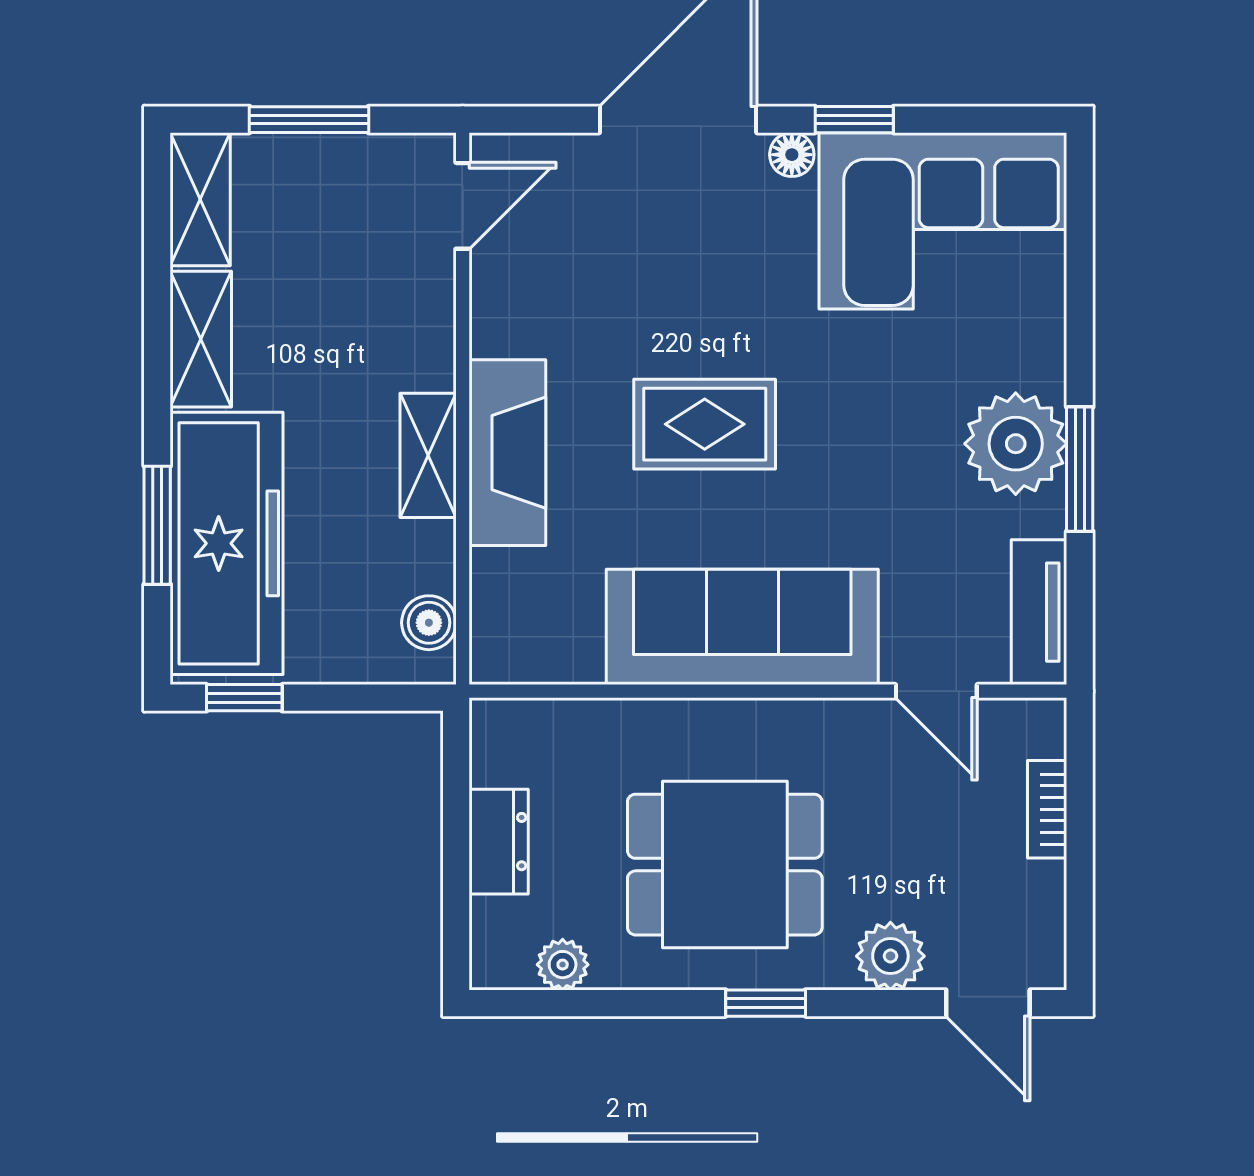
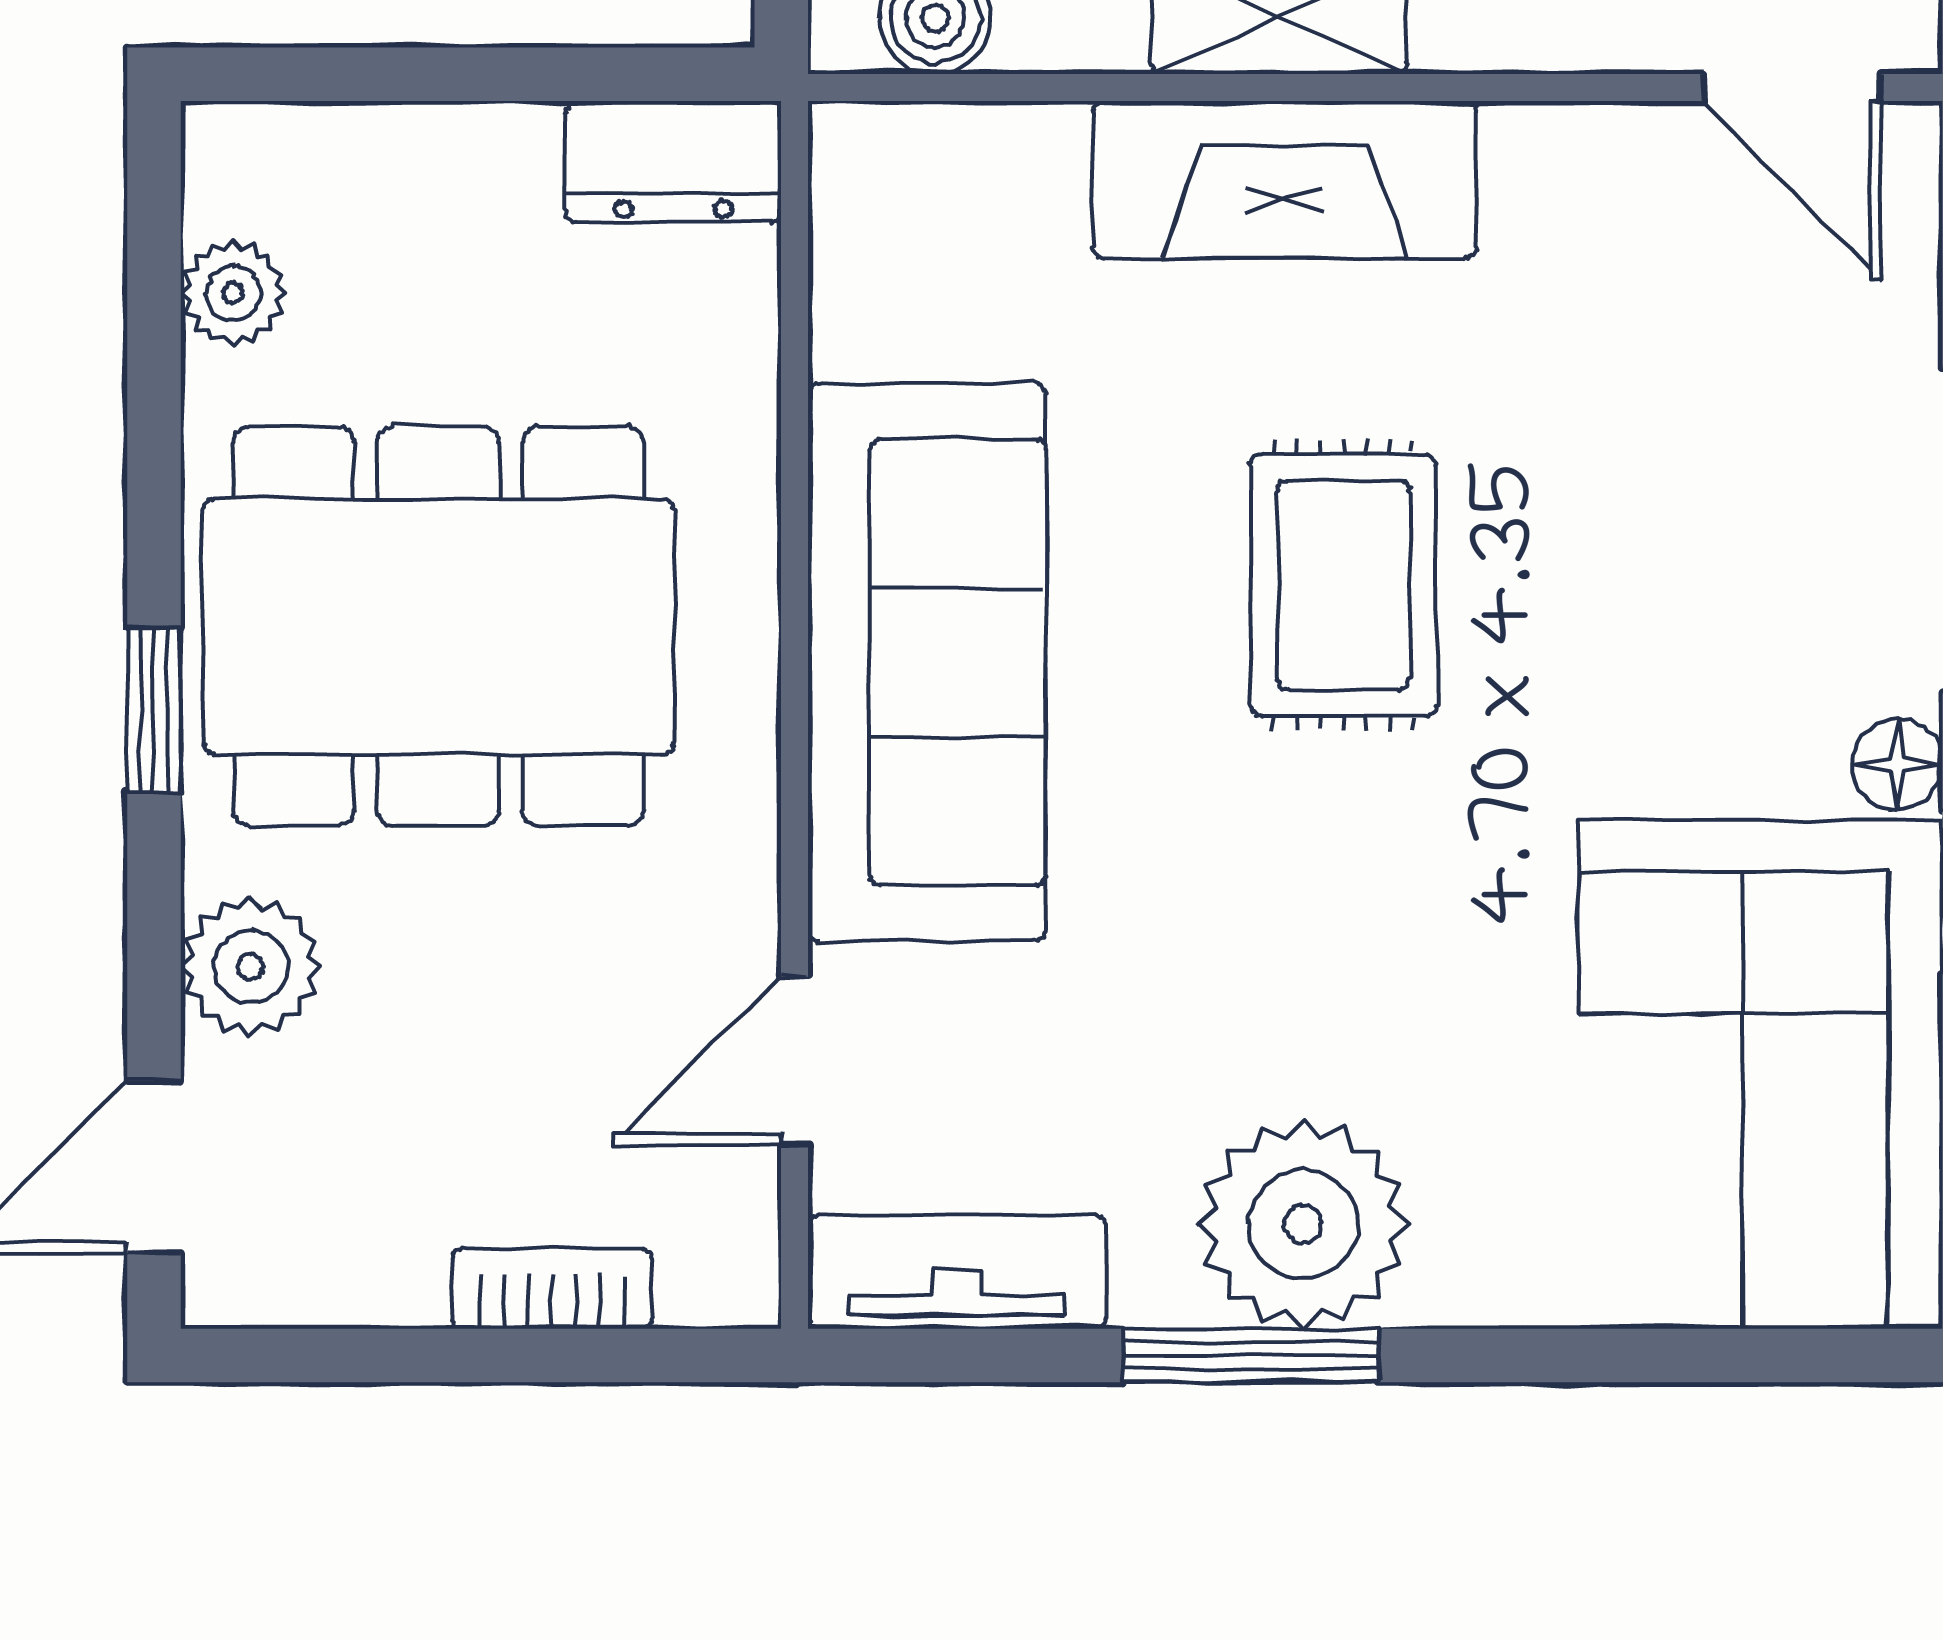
dresser: (499, 842) -> (673, 162), moved
dining table: (725, 865) -> (438, 627), width x1.38

